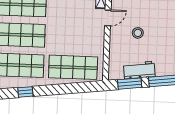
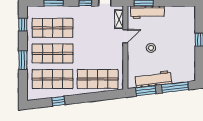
workbench: (139, 70) -> (153, 79), width x1.38

